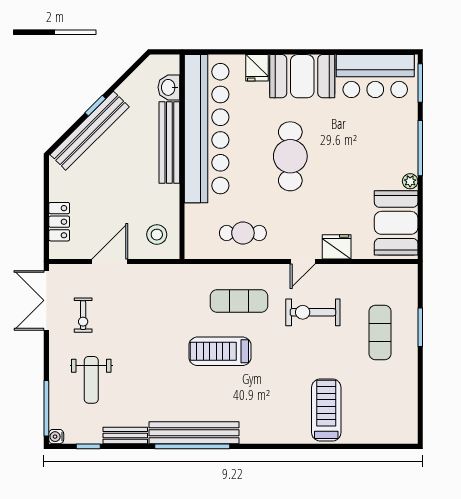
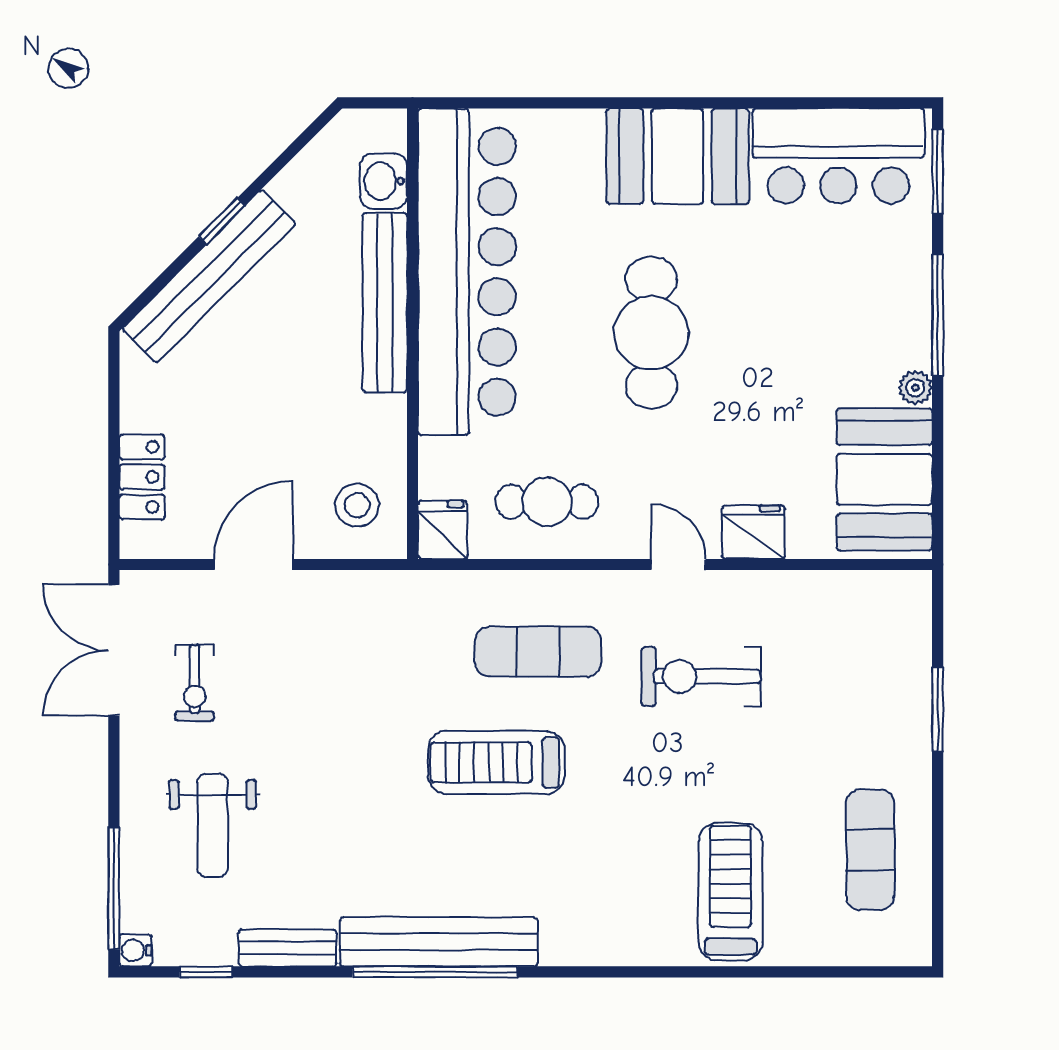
fridge: (257, 68) -> (443, 530), moved, turned 180
door: (303, 261) -> (678, 565), swing flipped
exercise mat: (380, 332) -> (870, 850), moved

